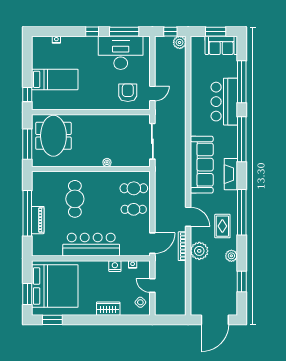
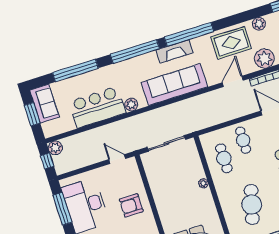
armchair: (128, 93) -> (131, 205), moved
bar counter: (224, 102) -> (98, 107), moved, turned 180
plant: (196, 121) -> (131, 105), added
cafe table: (134, 188) -> (224, 158), moved
cafe table: (75, 199) -> (252, 204), turned -75
window: (242, 212) -> (189, 34), moved
rug: (222, 226) -> (231, 43), width x1.36, depth x1.43

